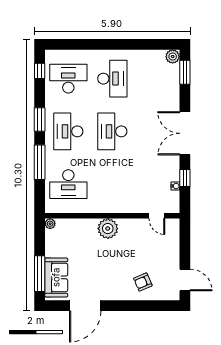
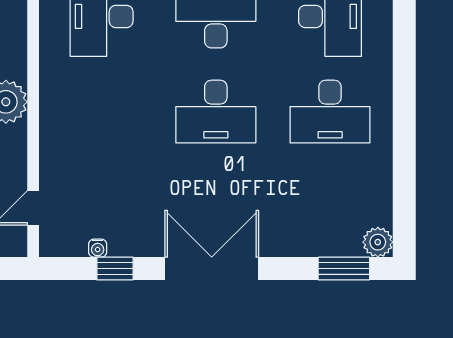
desk: (112, 131) -> (216, 112), turned 180

